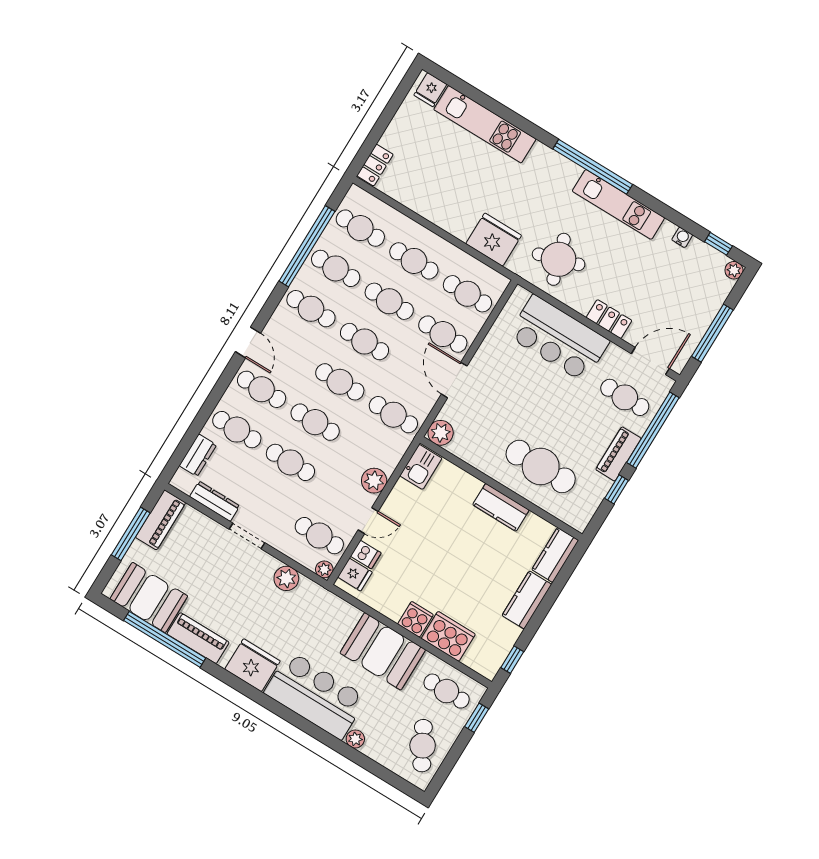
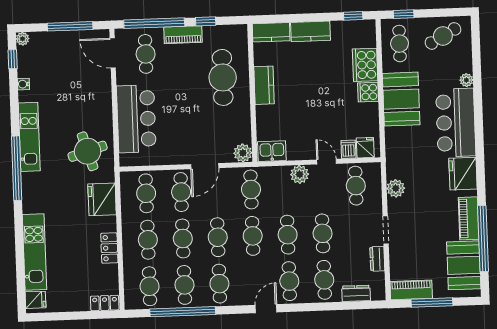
locker: (609, 319) -> (109, 248), moved
dresser: (215, 501) -> (377, 259), width x0.70
plant: (324, 569) -> (375, 169), removed

